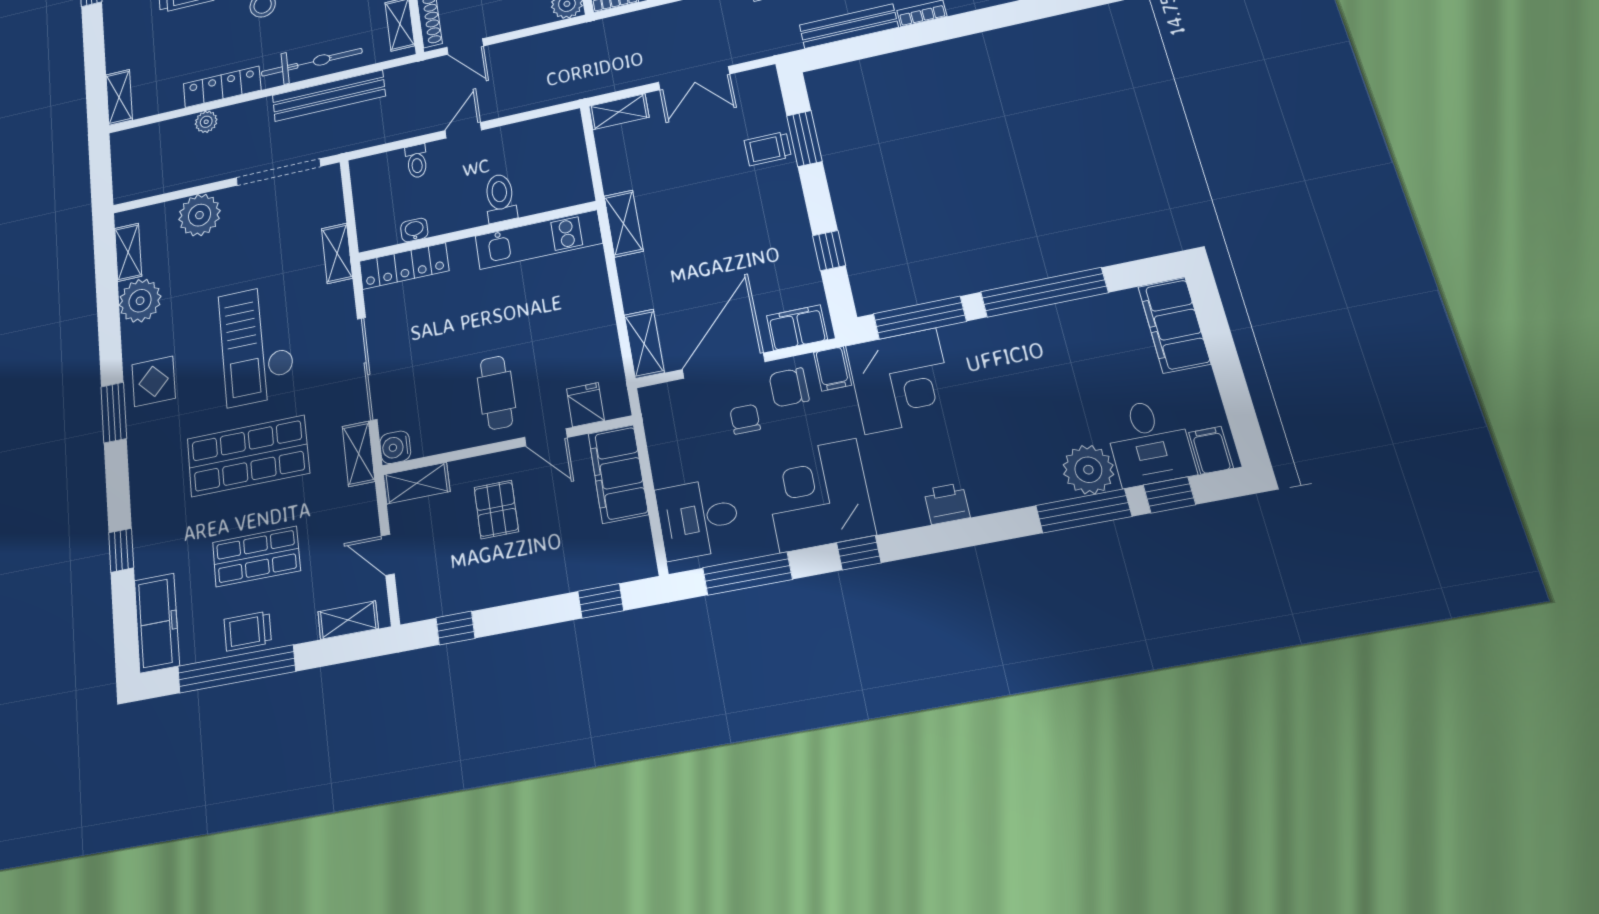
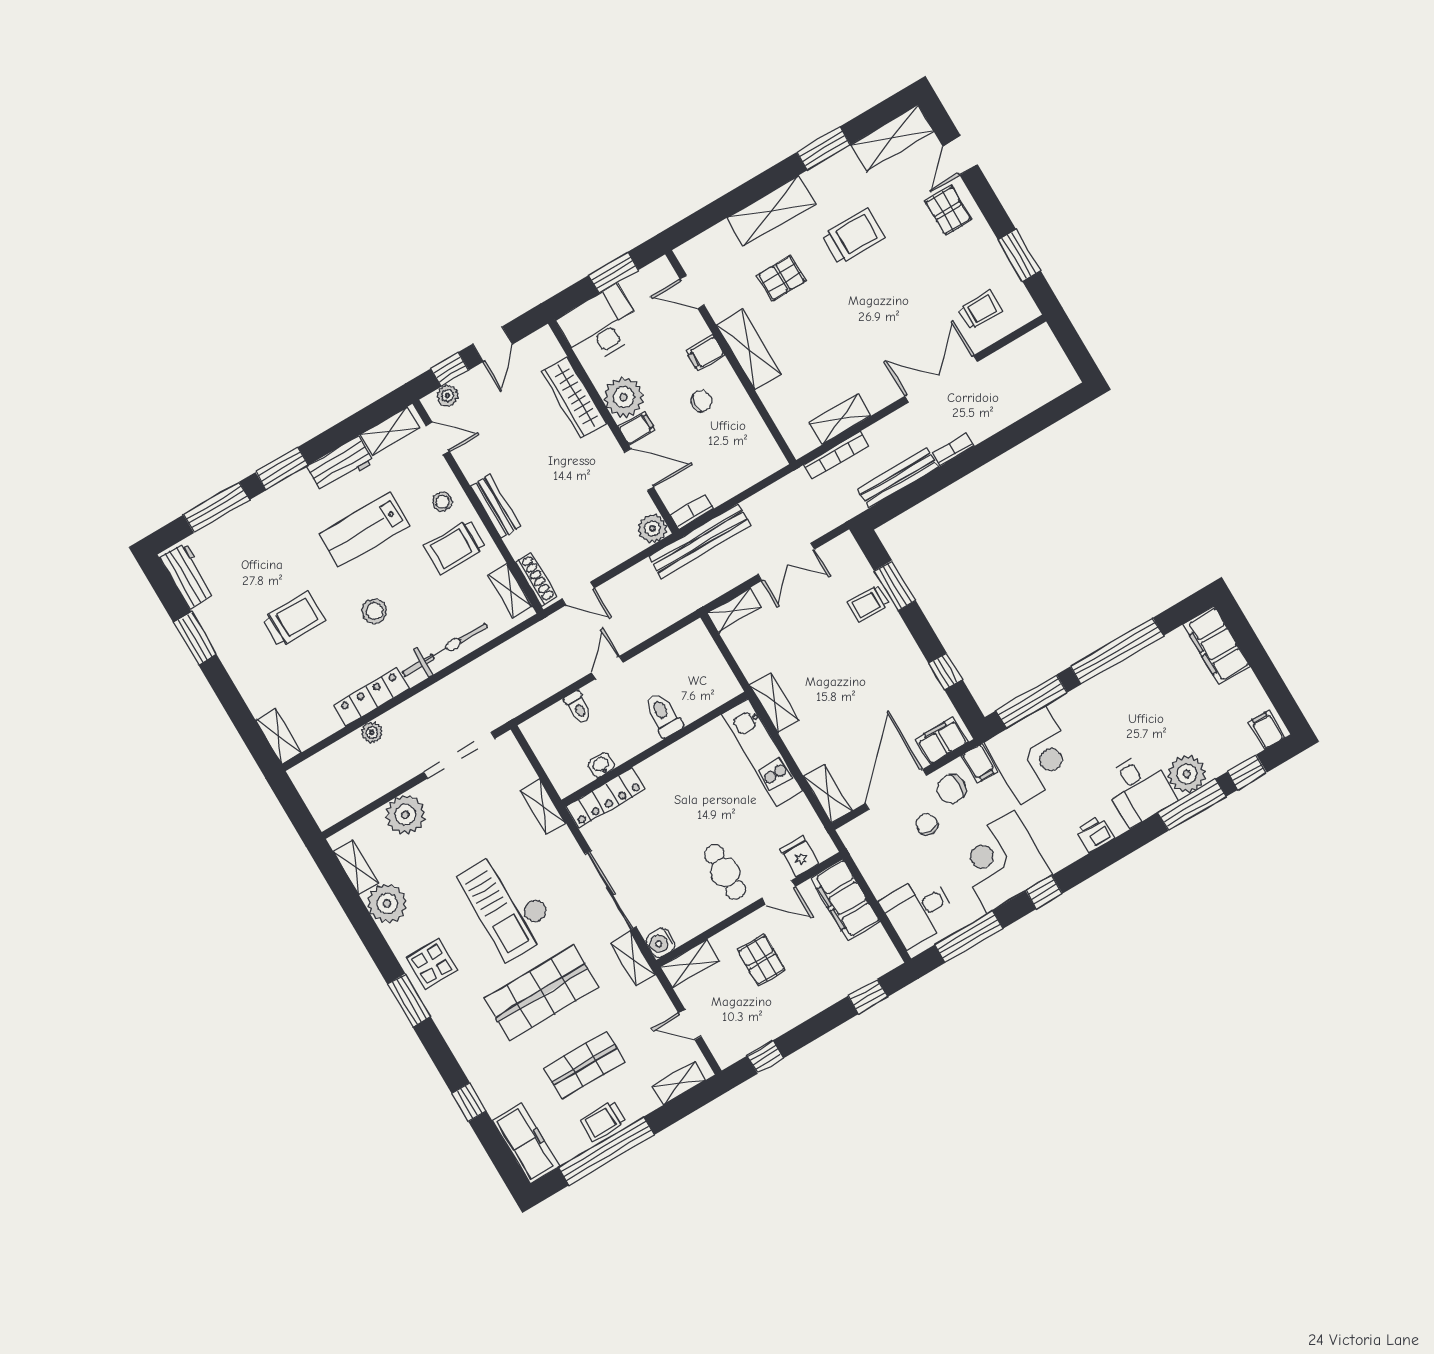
bench: (329, 96) -> (700, 541), moved
kitchen unit: (539, 240) -> (763, 753), moved, turned 90
desk: (1149, 442) -> (1139, 789), moved

